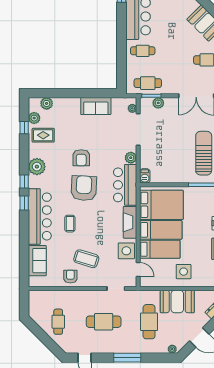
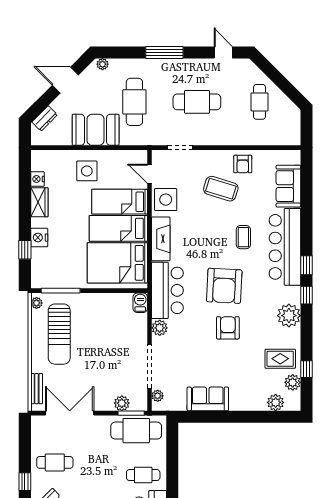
cafe table: (148, 83) -> (136, 431), width x1.37, depth x1.35

